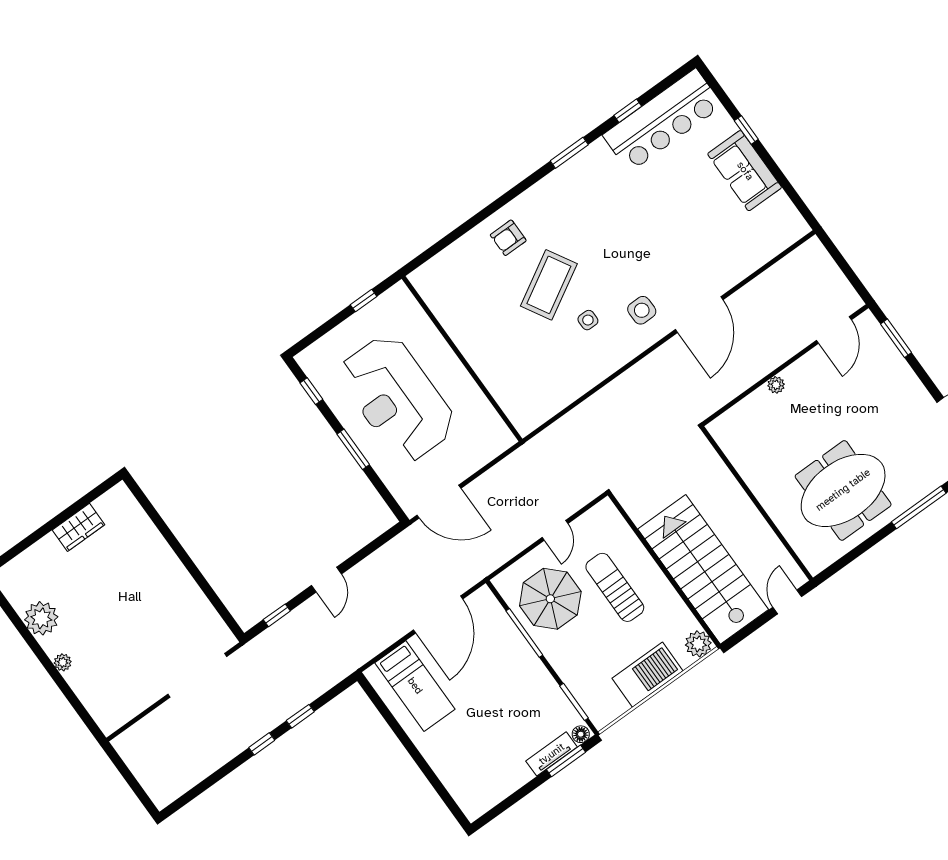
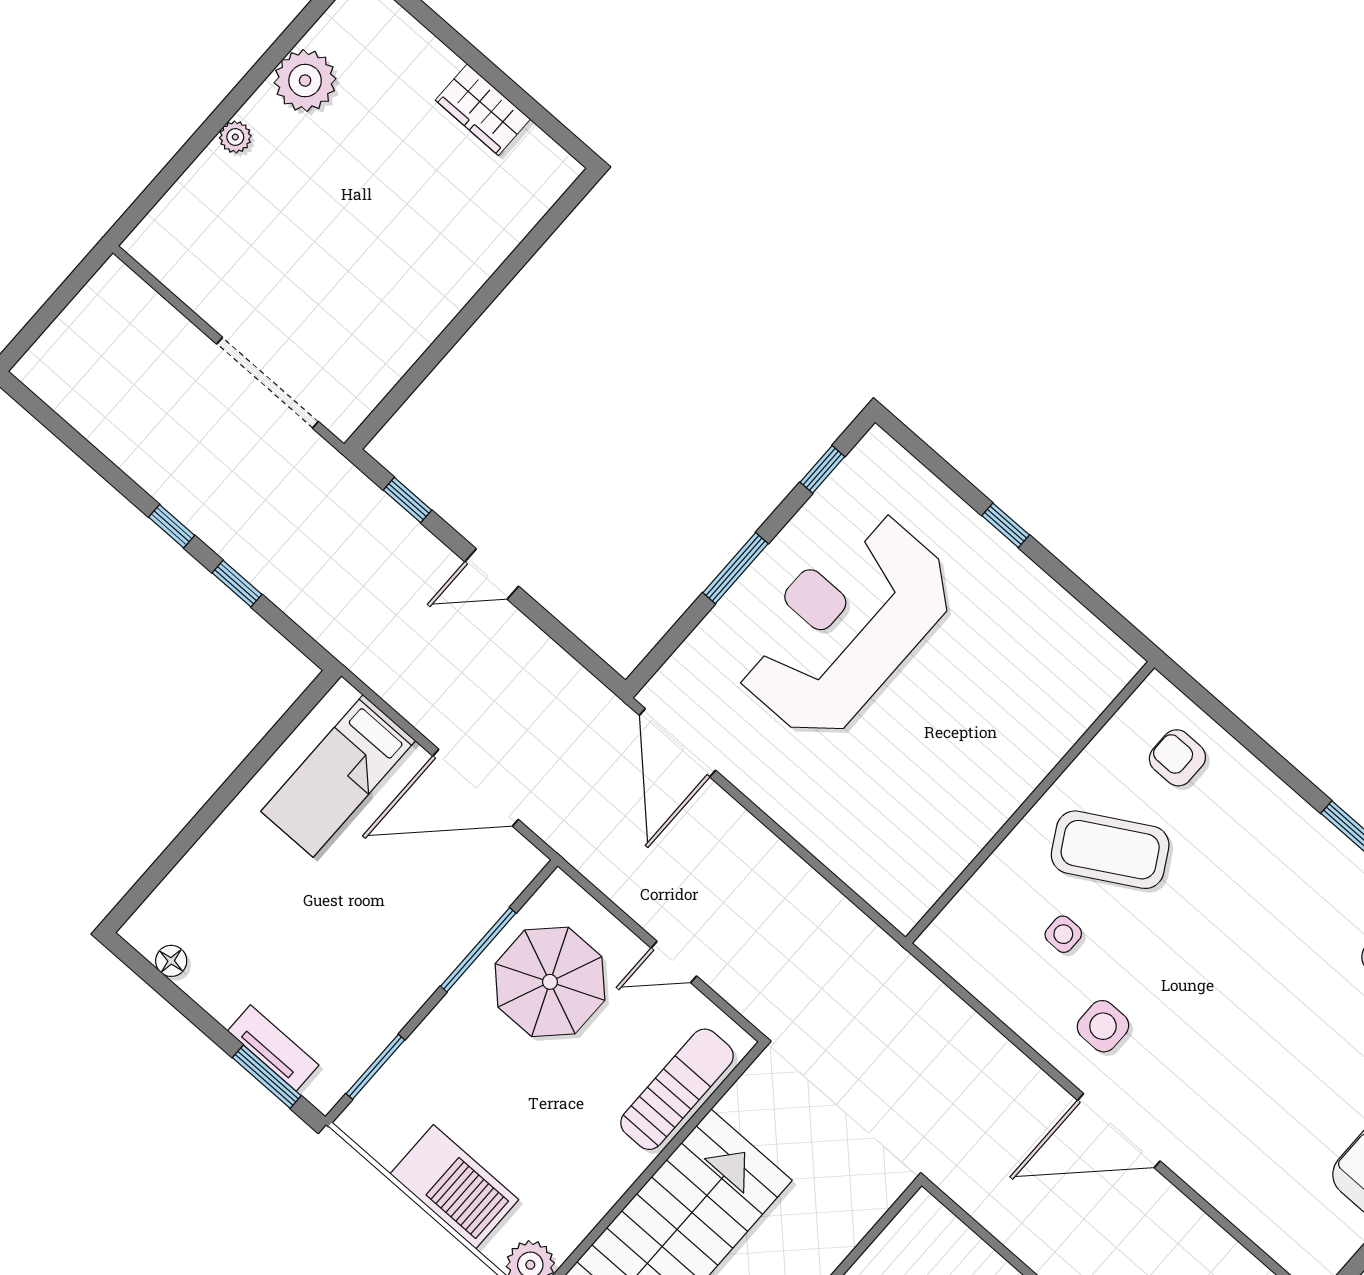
wall: (462, 359) -> (1030, 802), moved
sun lounger: (615, 587) -> (677, 1089), moved
floor lamp: (581, 734) -> (171, 961), moved

